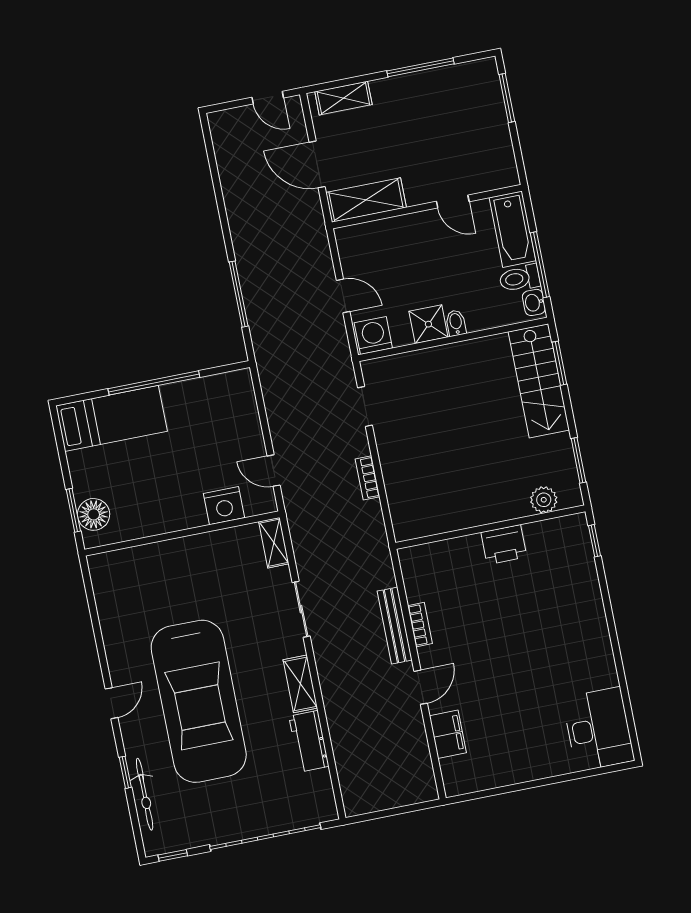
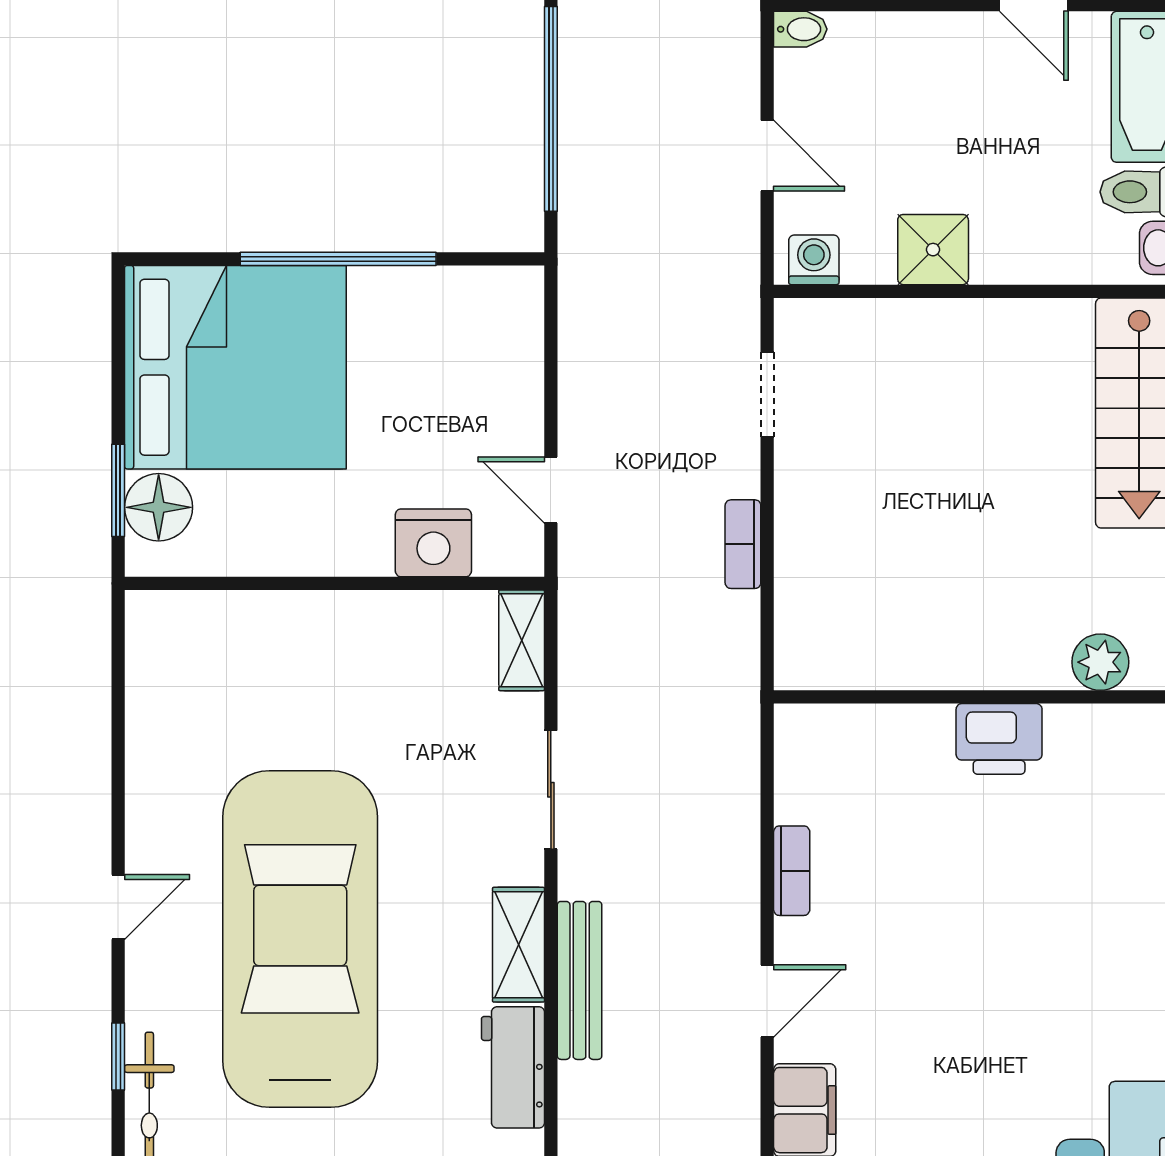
window: (239, 294) -> (551, 109), width x1.46
bidet: (456, 323) -> (800, 29), moved, turned 90
washing machine: (373, 335) -> (814, 260), width x0.73, depth x0.73
bed: (112, 418) -> (235, 367), width x2.04
bench: (395, 626) -> (580, 980), moved
car: (199, 701) -> (300, 939), turned 180

